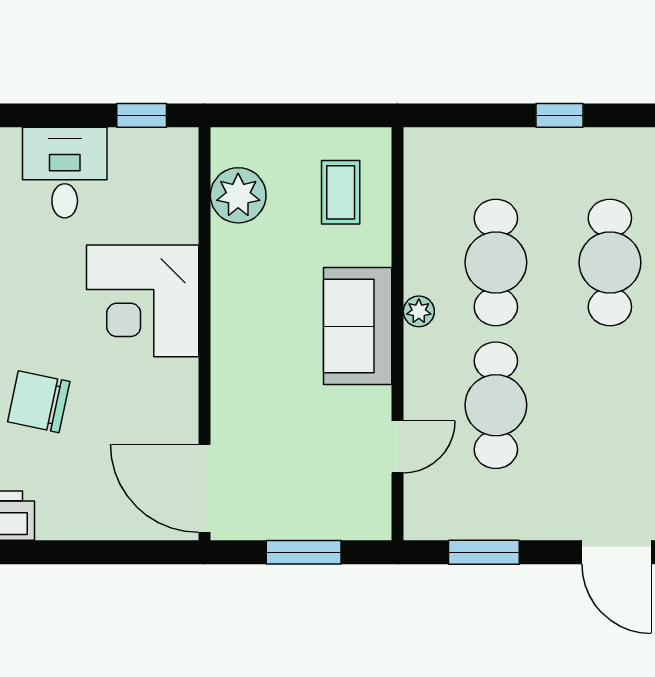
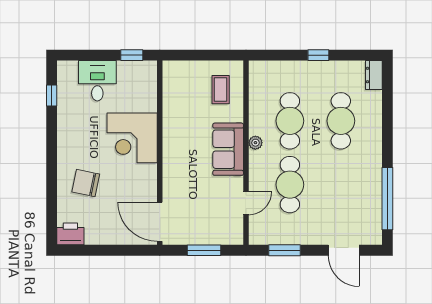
plant: (238, 195) -> (175, 91), removed

